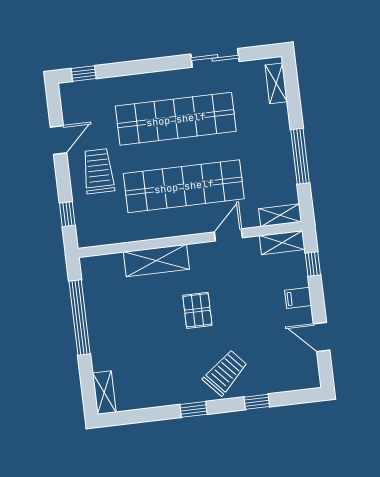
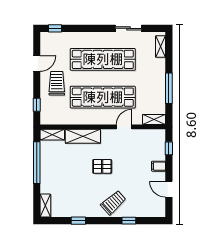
shelving: (282, 243) -> (52, 135), moved
pallet: (197, 310) -> (102, 166), turned 90
window: (194, 409) -> (78, 221), moved

